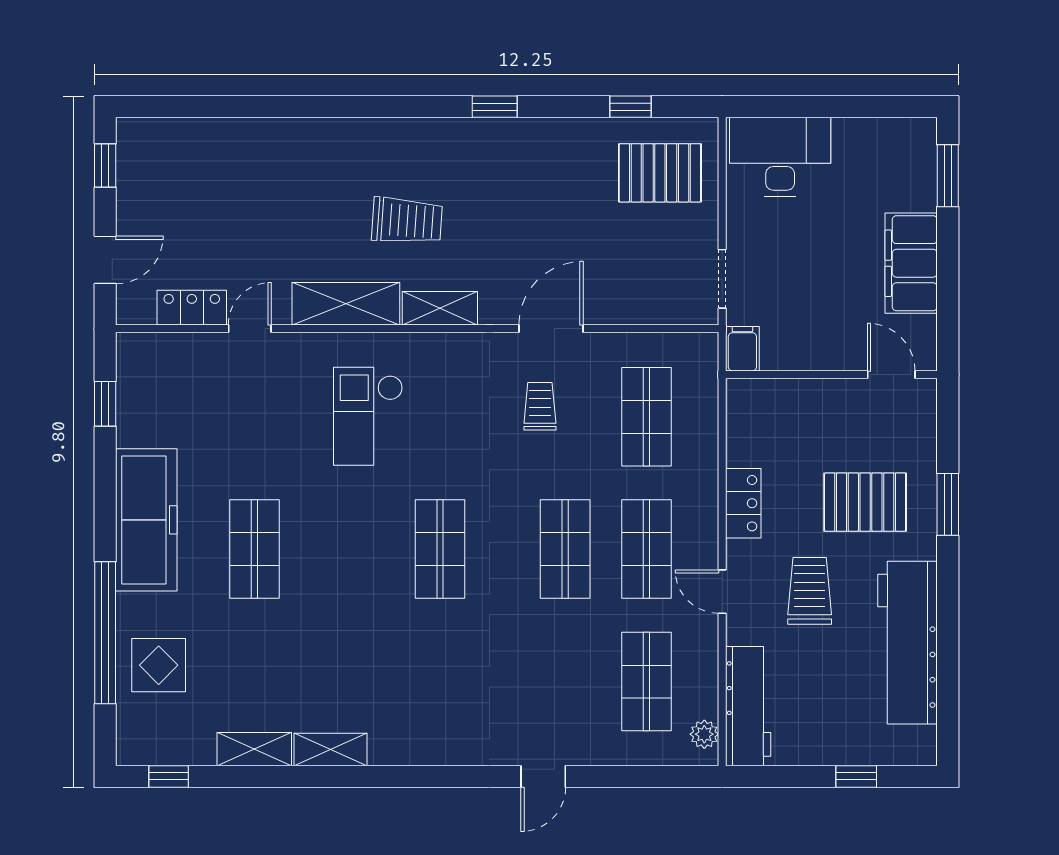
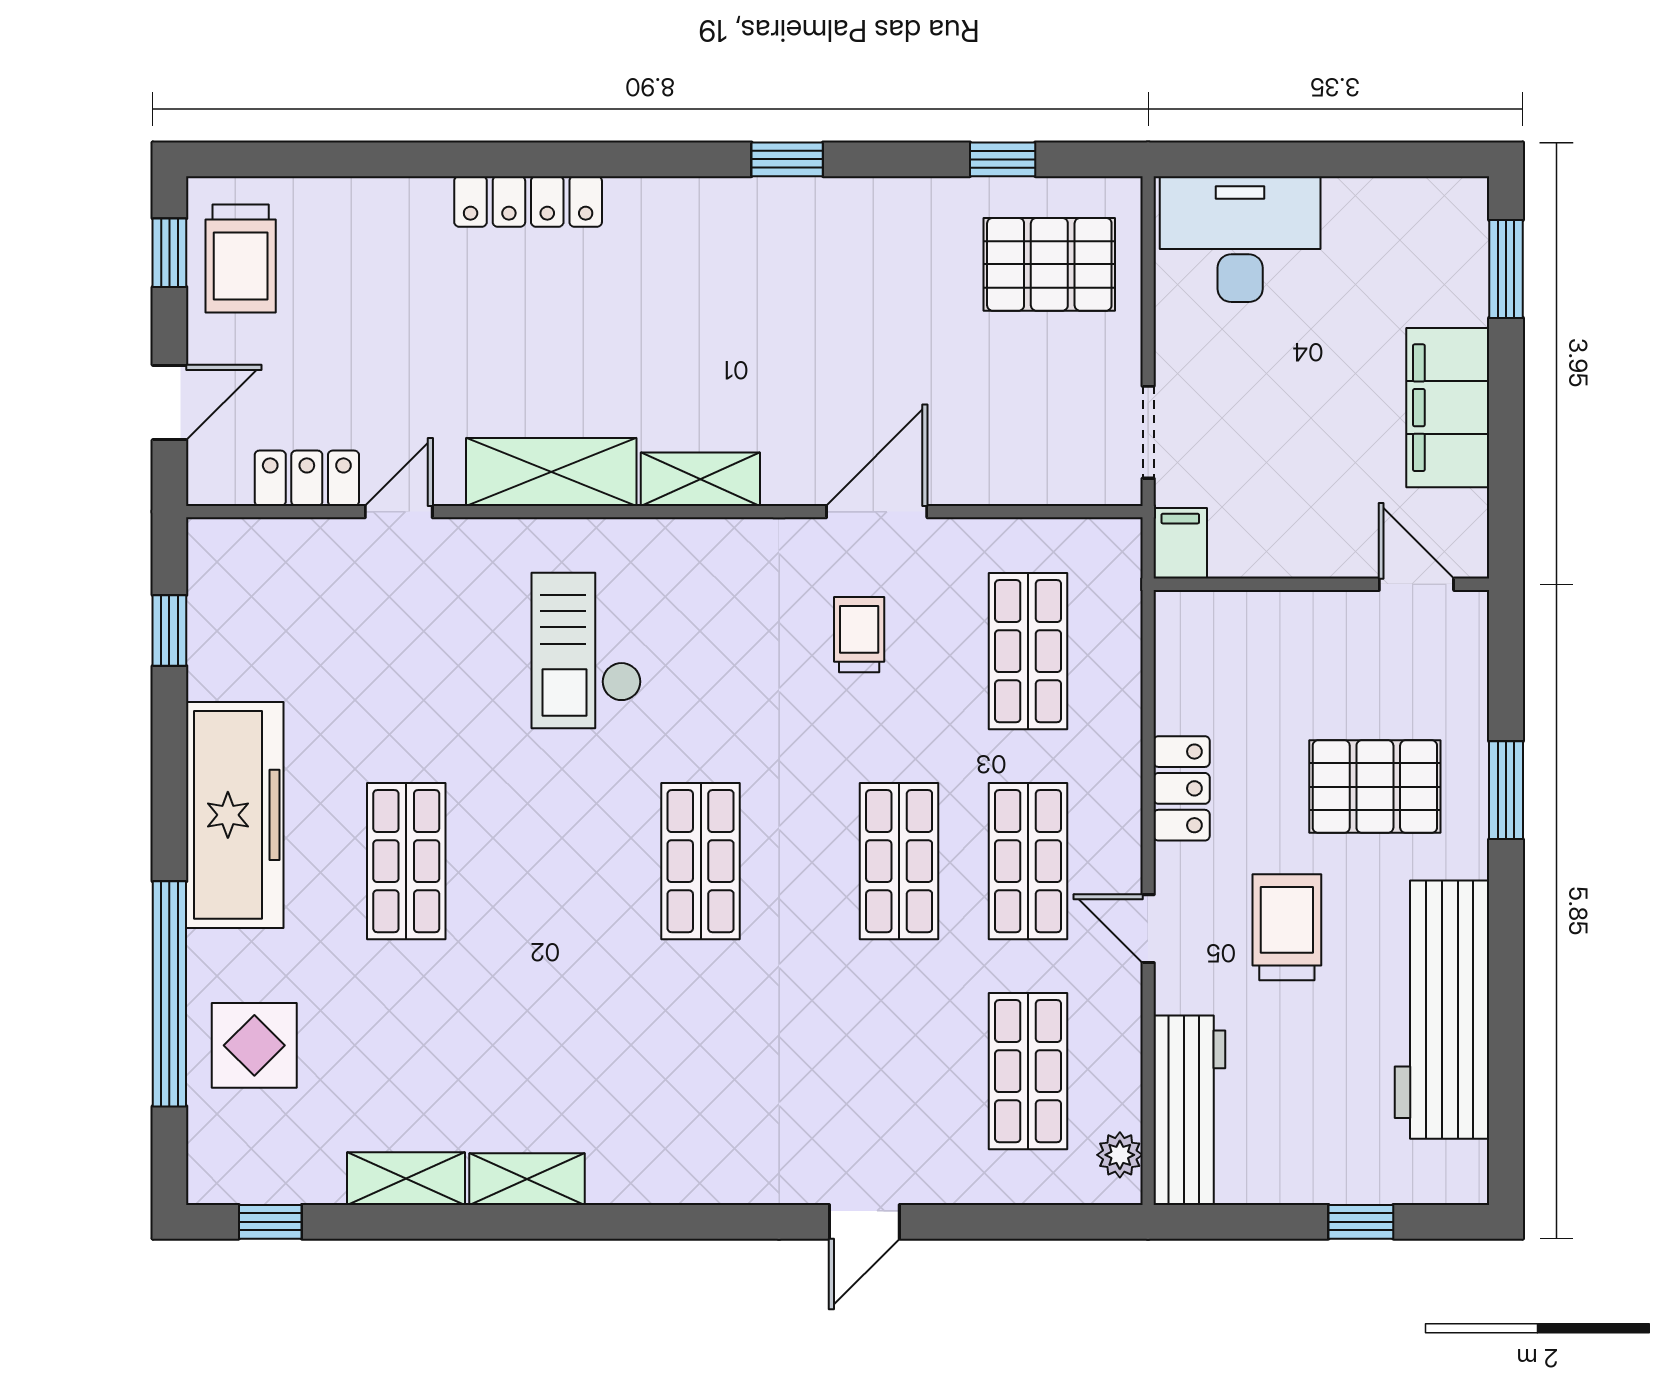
locker: (331, 133) -> (528, 201), added
trolley: (407, 221) -> (241, 259), moved, turned 86

